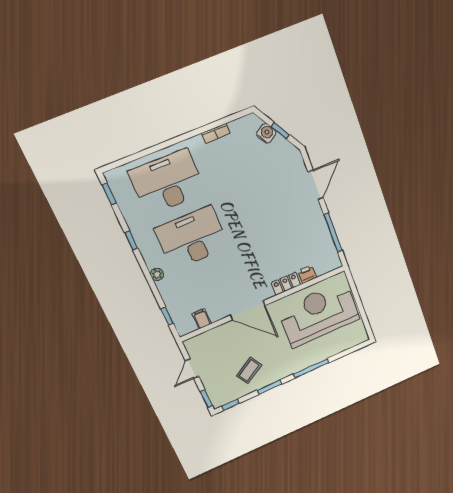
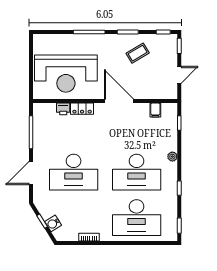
desk: (267, 207) -> (74, 172), added

